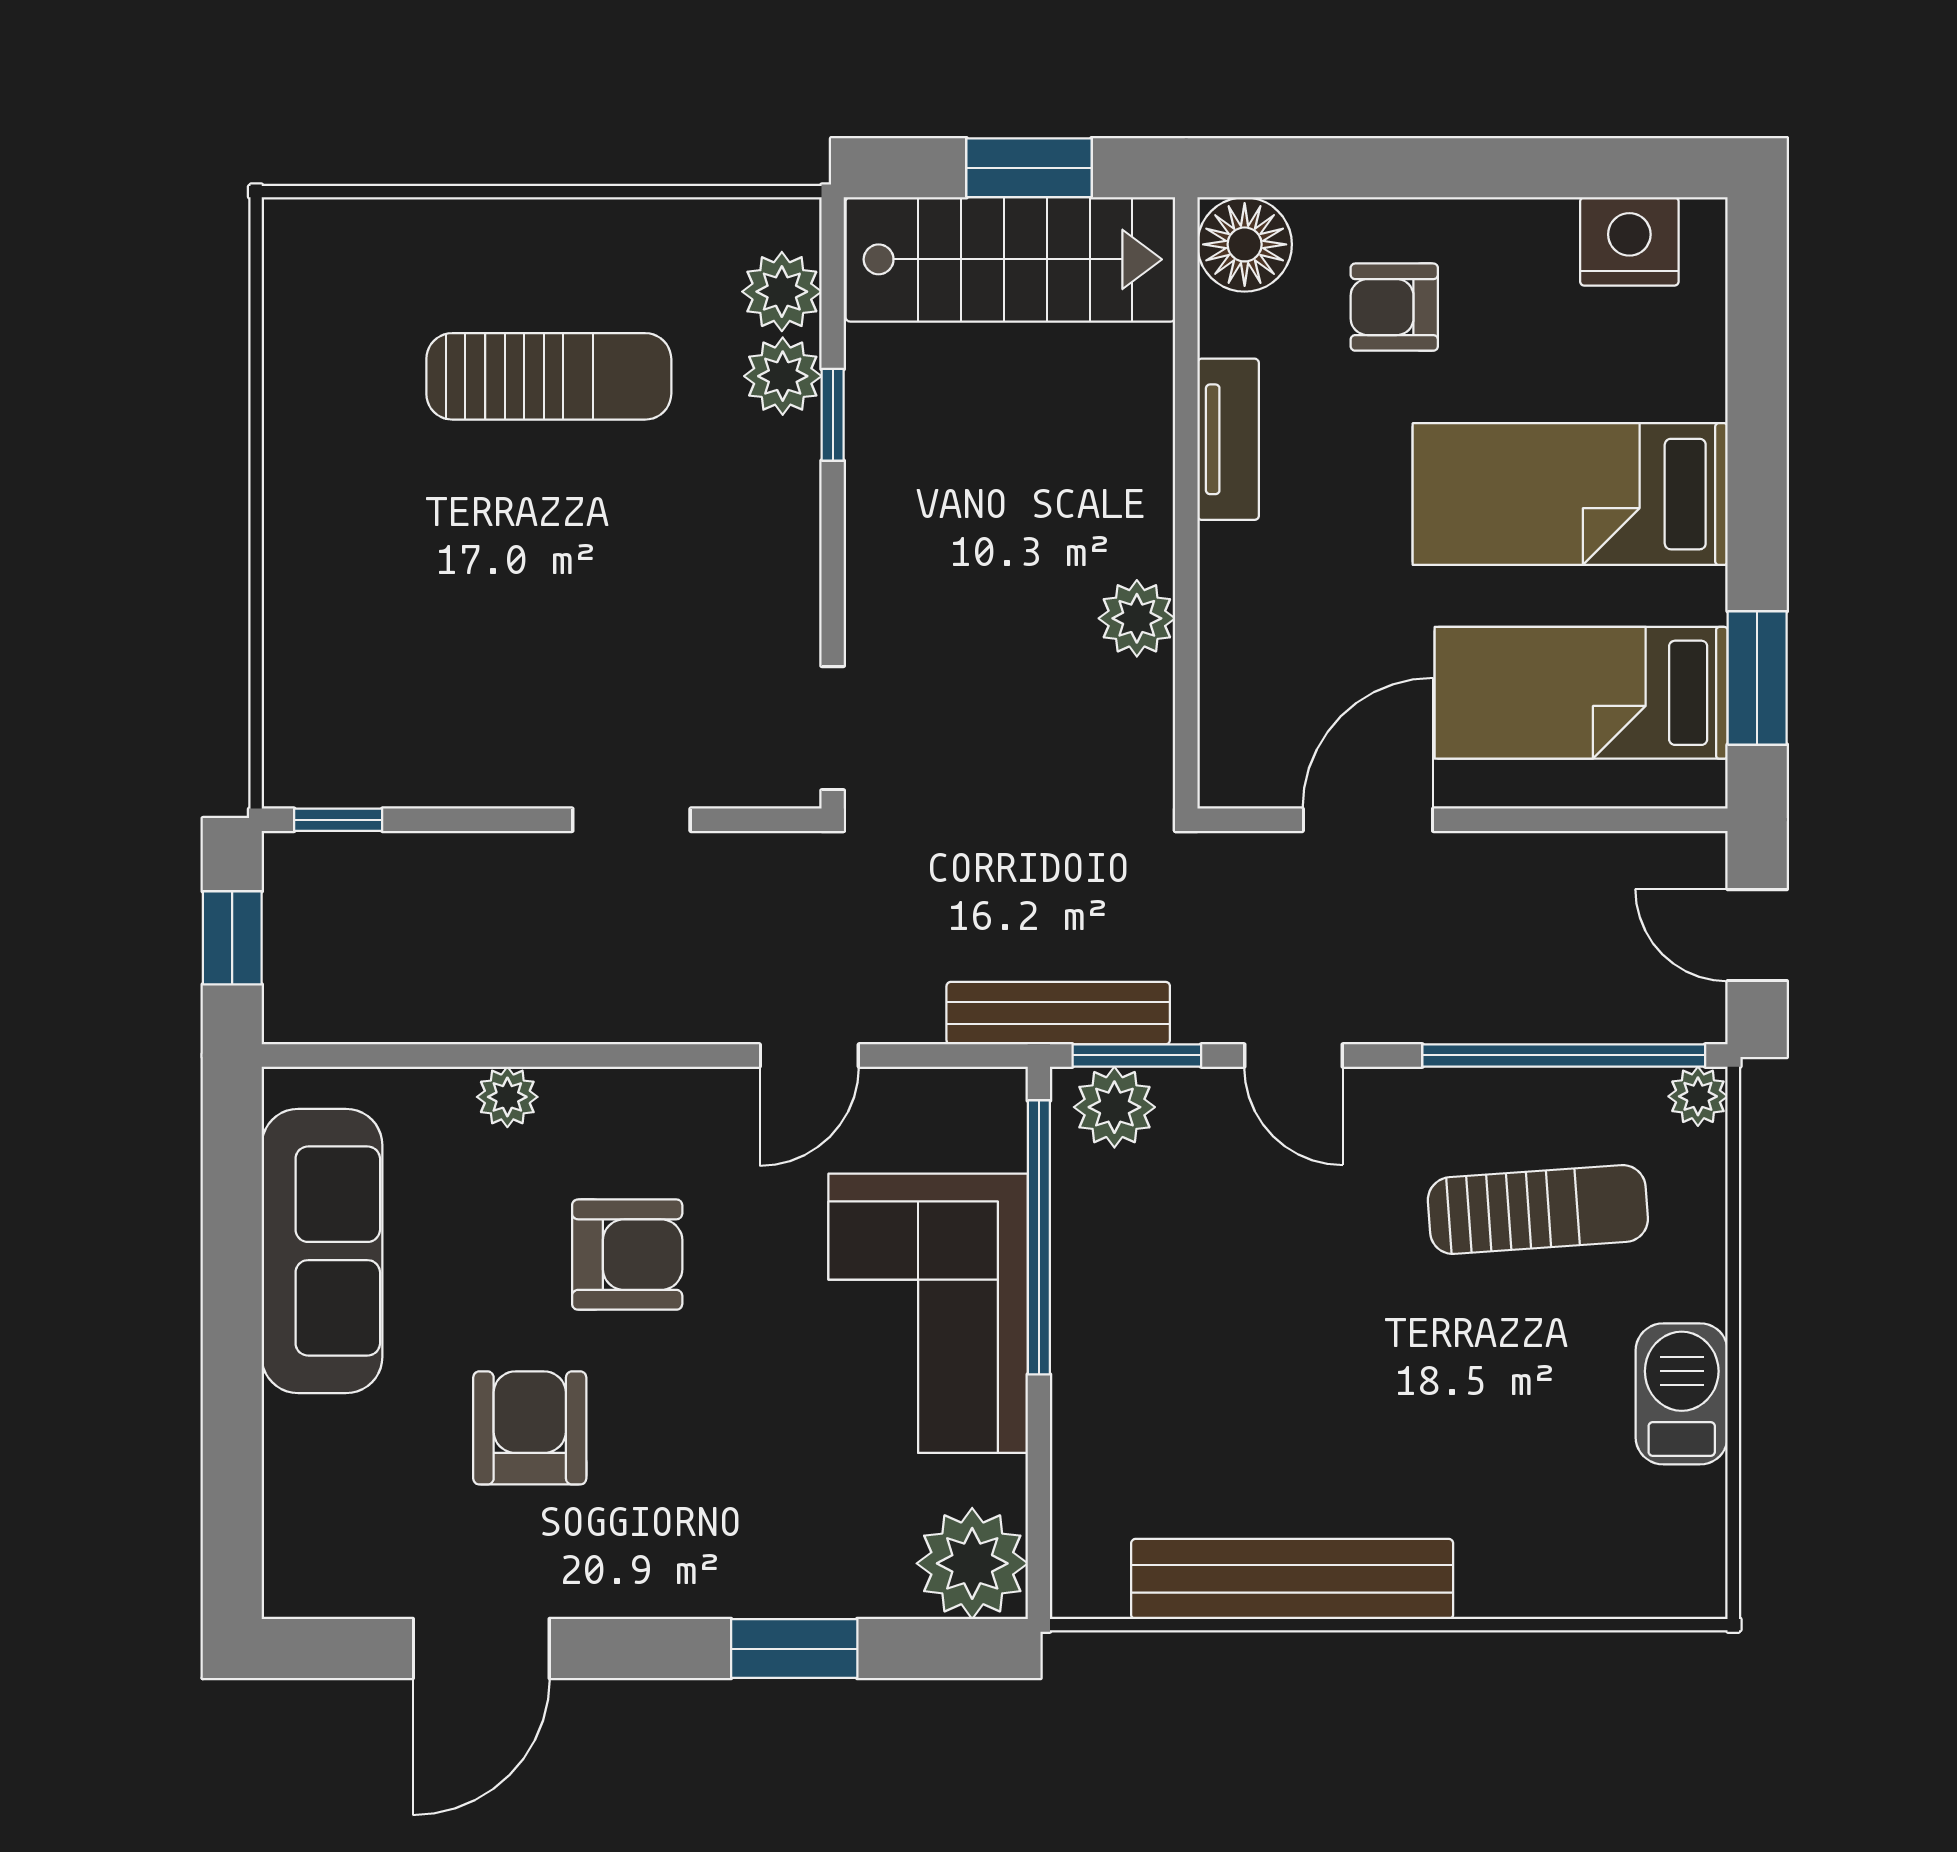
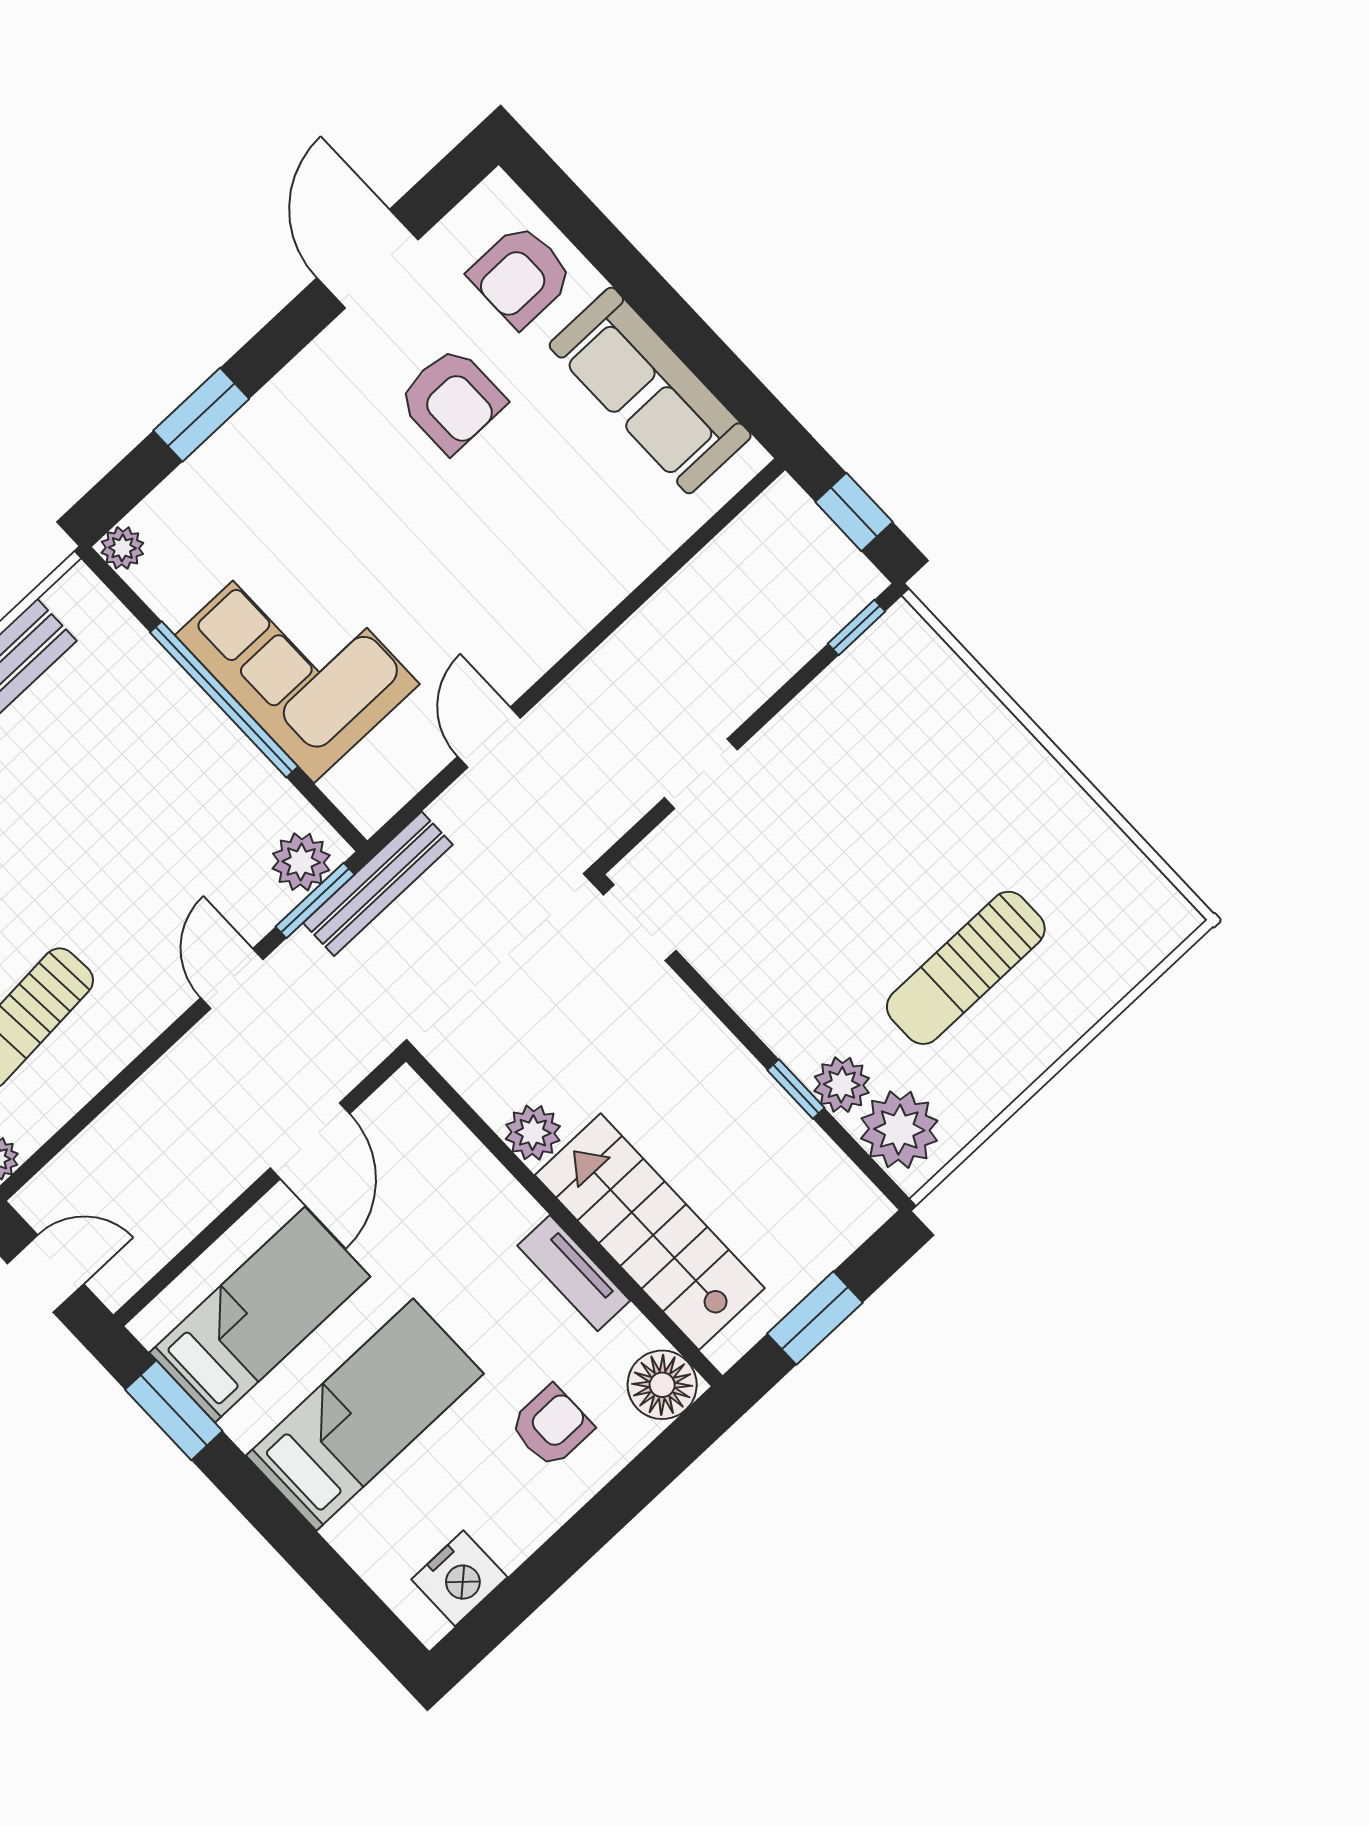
stairs: (1010, 259) -> (650, 1232), moved, turned 90
plant: (782, 292) -> (899, 1130), width x1.36, depth x1.36
door: (1293, 1055) -> (232, 979), hinge flipped
window: (1564, 1055) -> (88, 1113), removed
plant: (507, 1097) -> (629, 565), removed
window: (1039, 1237) -> (224, 699), moved
armchair: (627, 1255) -> (521, 276), moved
plant: (972, 1563) -> (122, 548), width x0.53, depth x0.53

